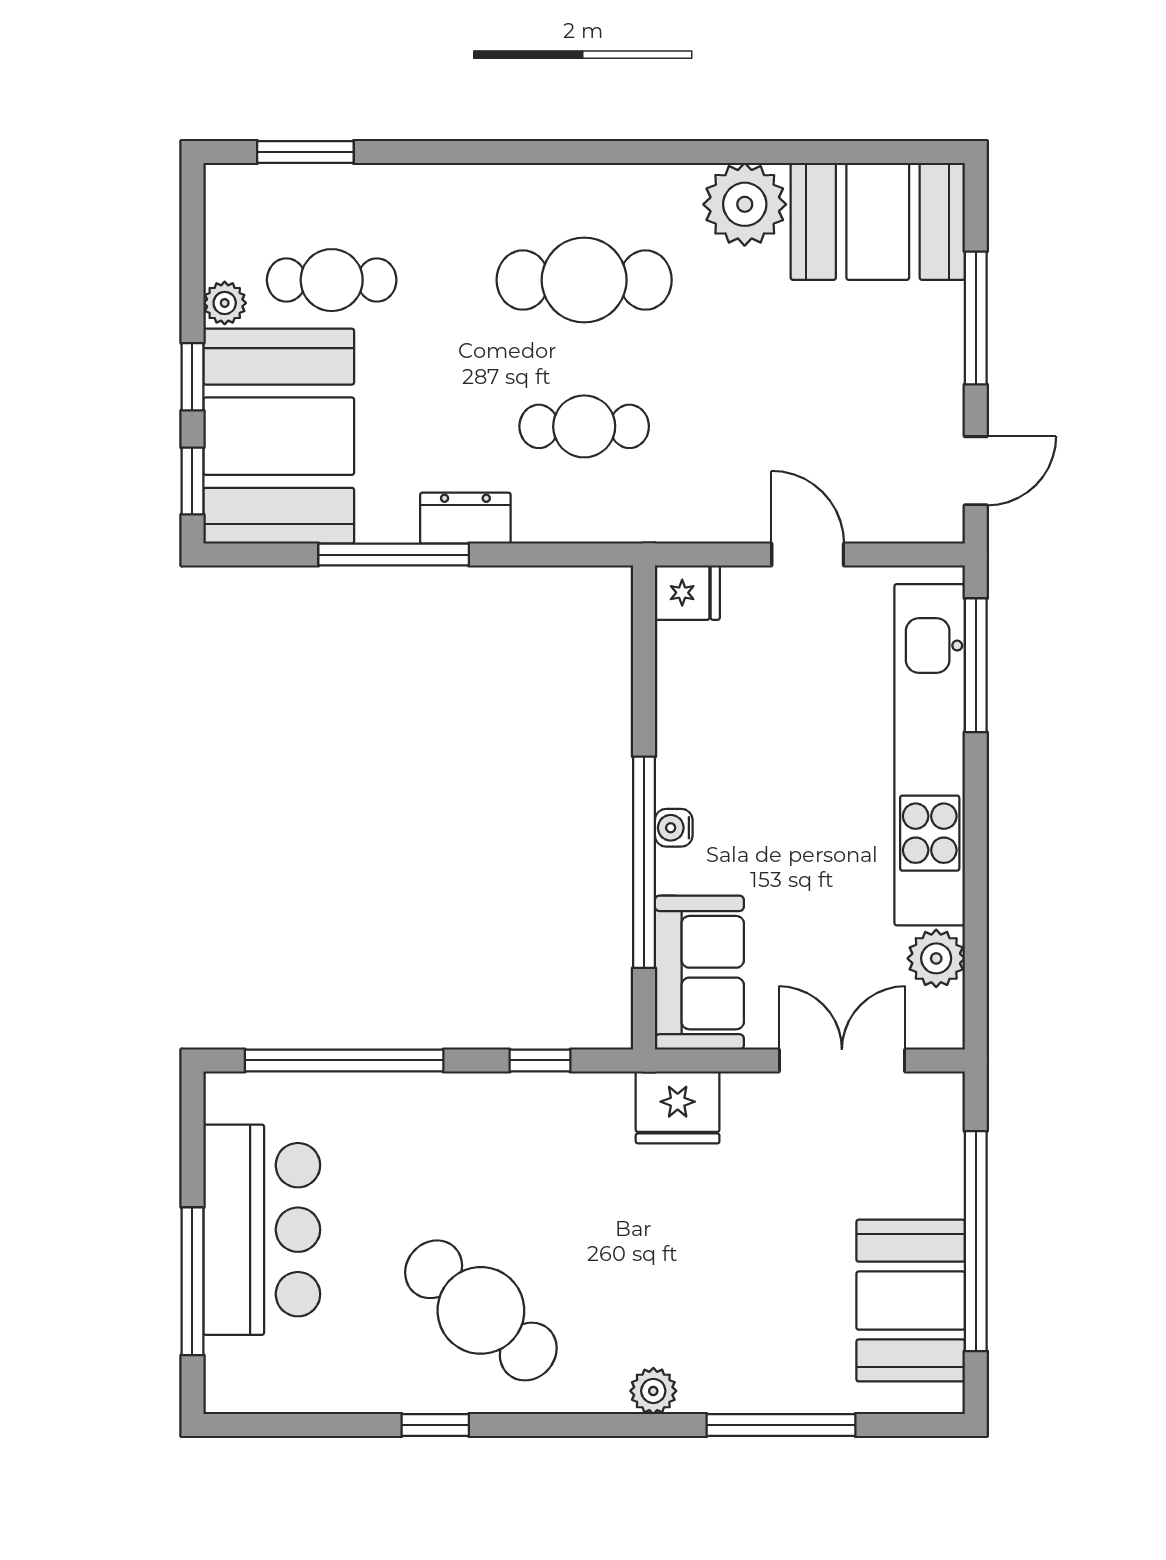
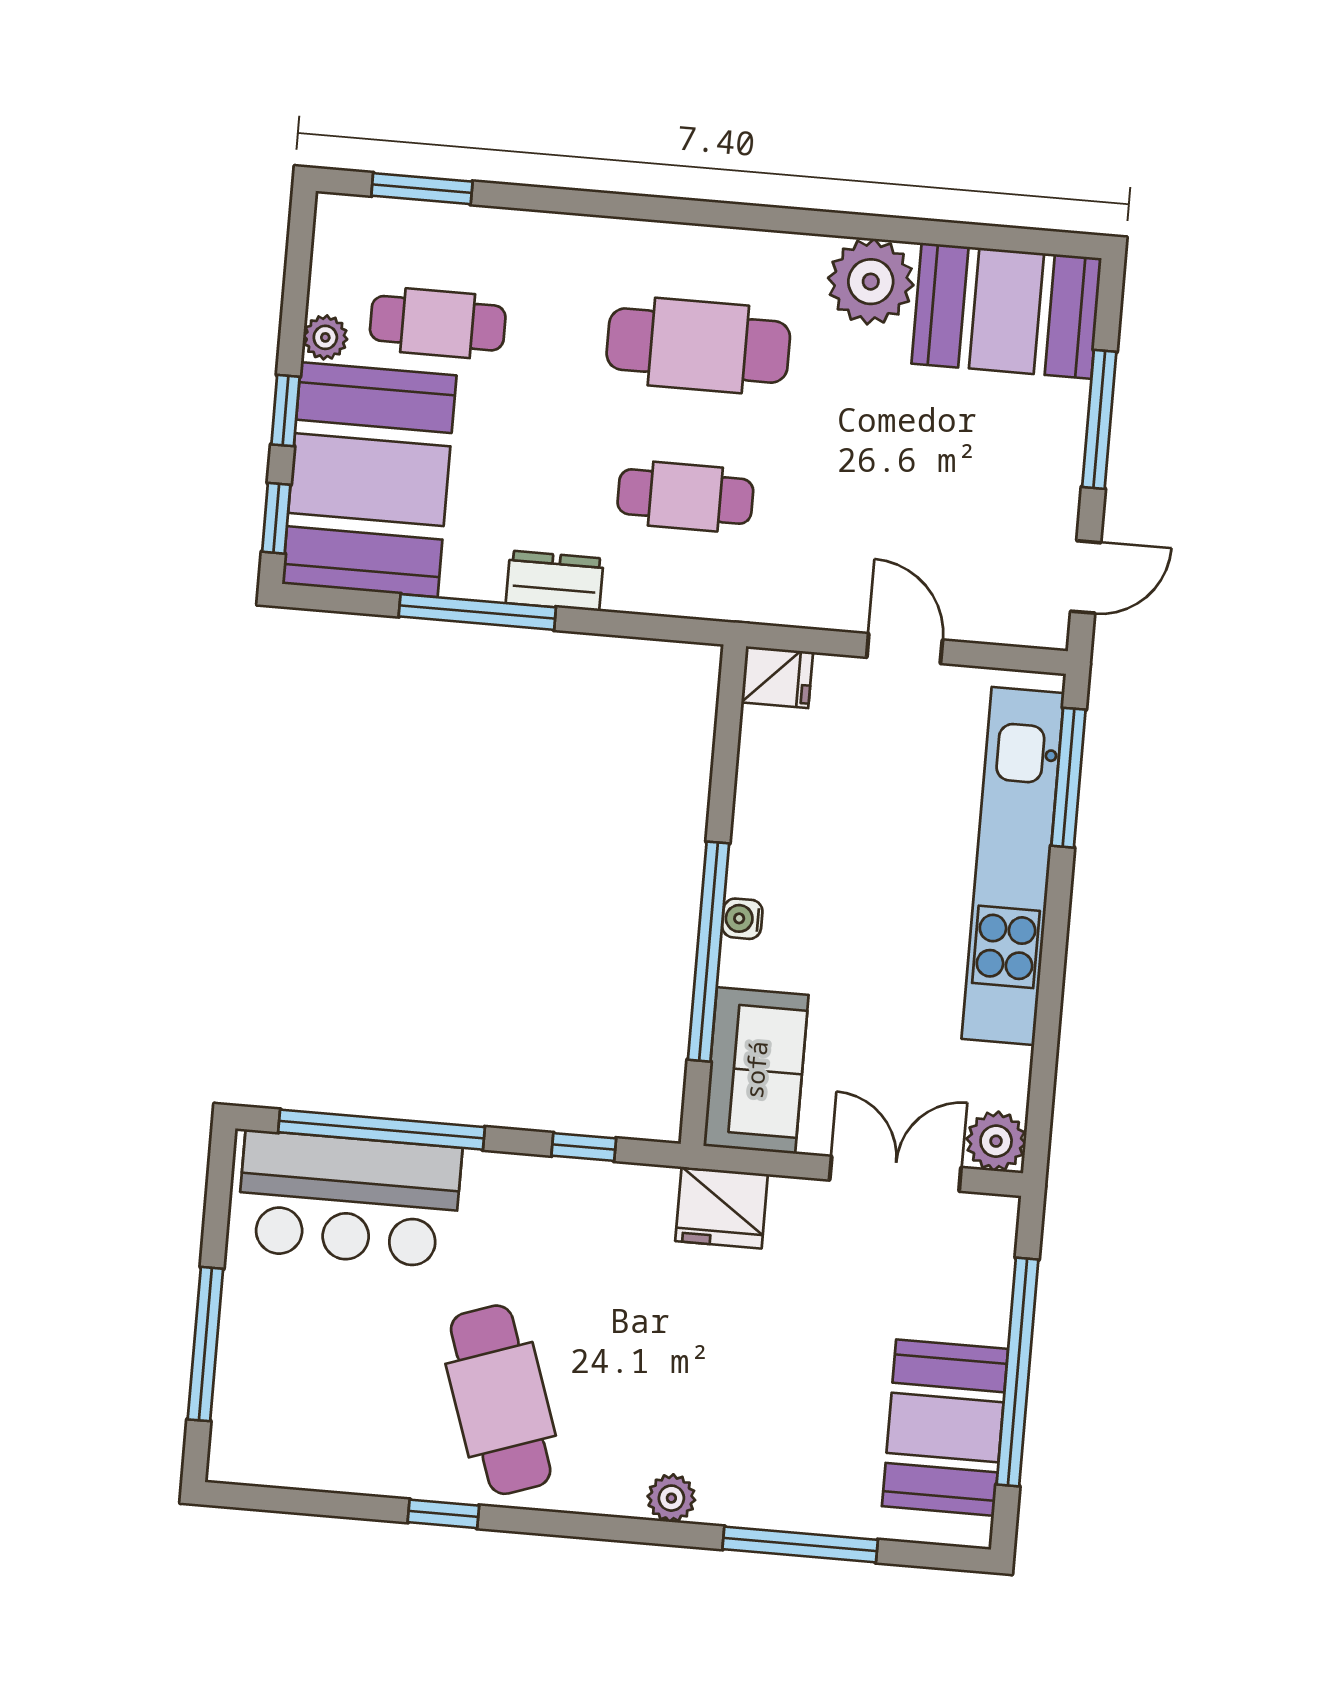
plant: (936, 958) -> (996, 1141), moved
bar counter: (262, 1230) -> (349, 1199), moved, turned 90
cafe table: (481, 1310) -> (501, 1400), turned 30

